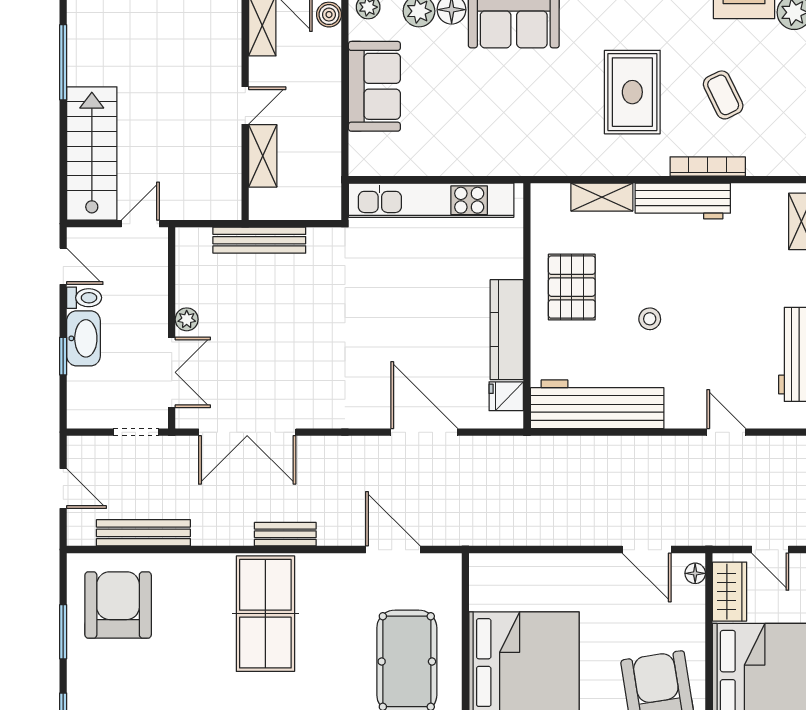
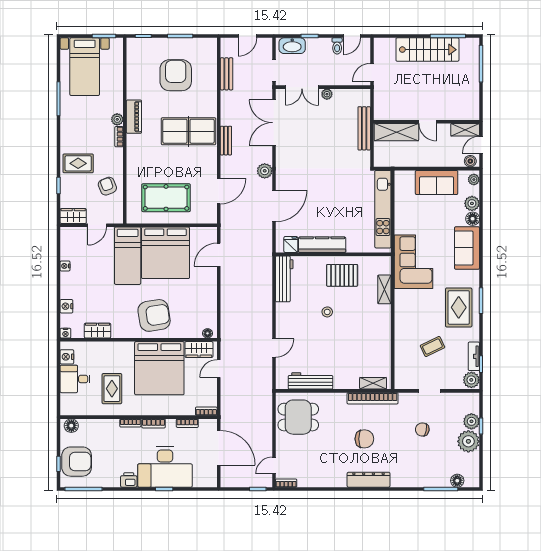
rug: (632, 92) -> (459, 307), moved, turned 90
corner sofa: (543, 135) -> (414, 262), added
stairs: (92, 153) -> (427, 50), moved
shelving: (263, 156) -> (396, 132), width x1.50, depth x1.33
bookcase: (708, 166) -> (399, 339), removed
workbench: (683, 201) -> (383, 327), removed
door: (140, 224) -> (372, 72), swing flipped
washbasin: (83, 338) -> (292, 46), moved
workbench: (597, 404) -> (284, 279), width x0.73, depth x0.76
plant: (350, 452) -> (265, 171), added
bench: (143, 533) -> (227, 74), width x0.73
door: (647, 550) -> (219, 255), moved
armchair: (118, 605) -> (176, 75), moved, turned -90

